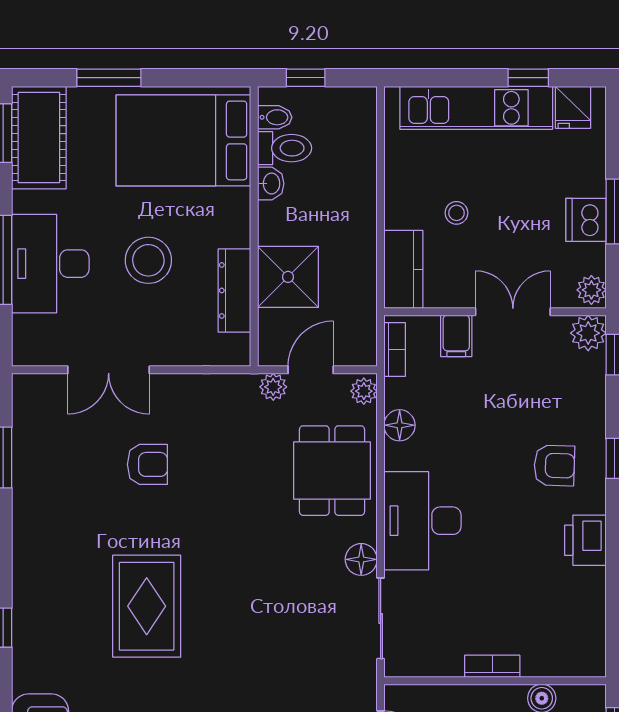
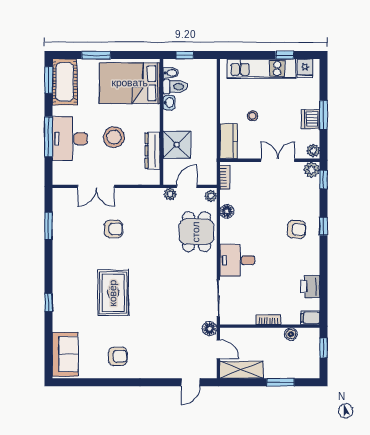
filing cabinet: (456, 336) -> (310, 318), moved, turned 90
desk: (423, 521) -> (237, 260), width x0.73
printer: (585, 540) -> (310, 287), moved
floor lamp: (361, 559) -> (210, 329), moved

